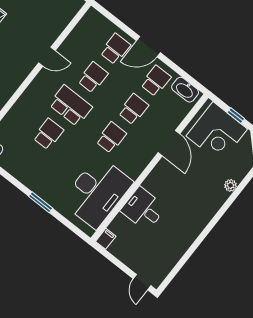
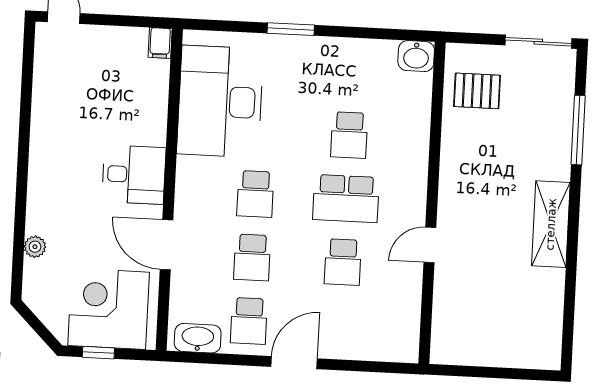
school desk: (115, 49) -> (340, 326), removed
desk: (143, 209) -> (134, 175), moved

